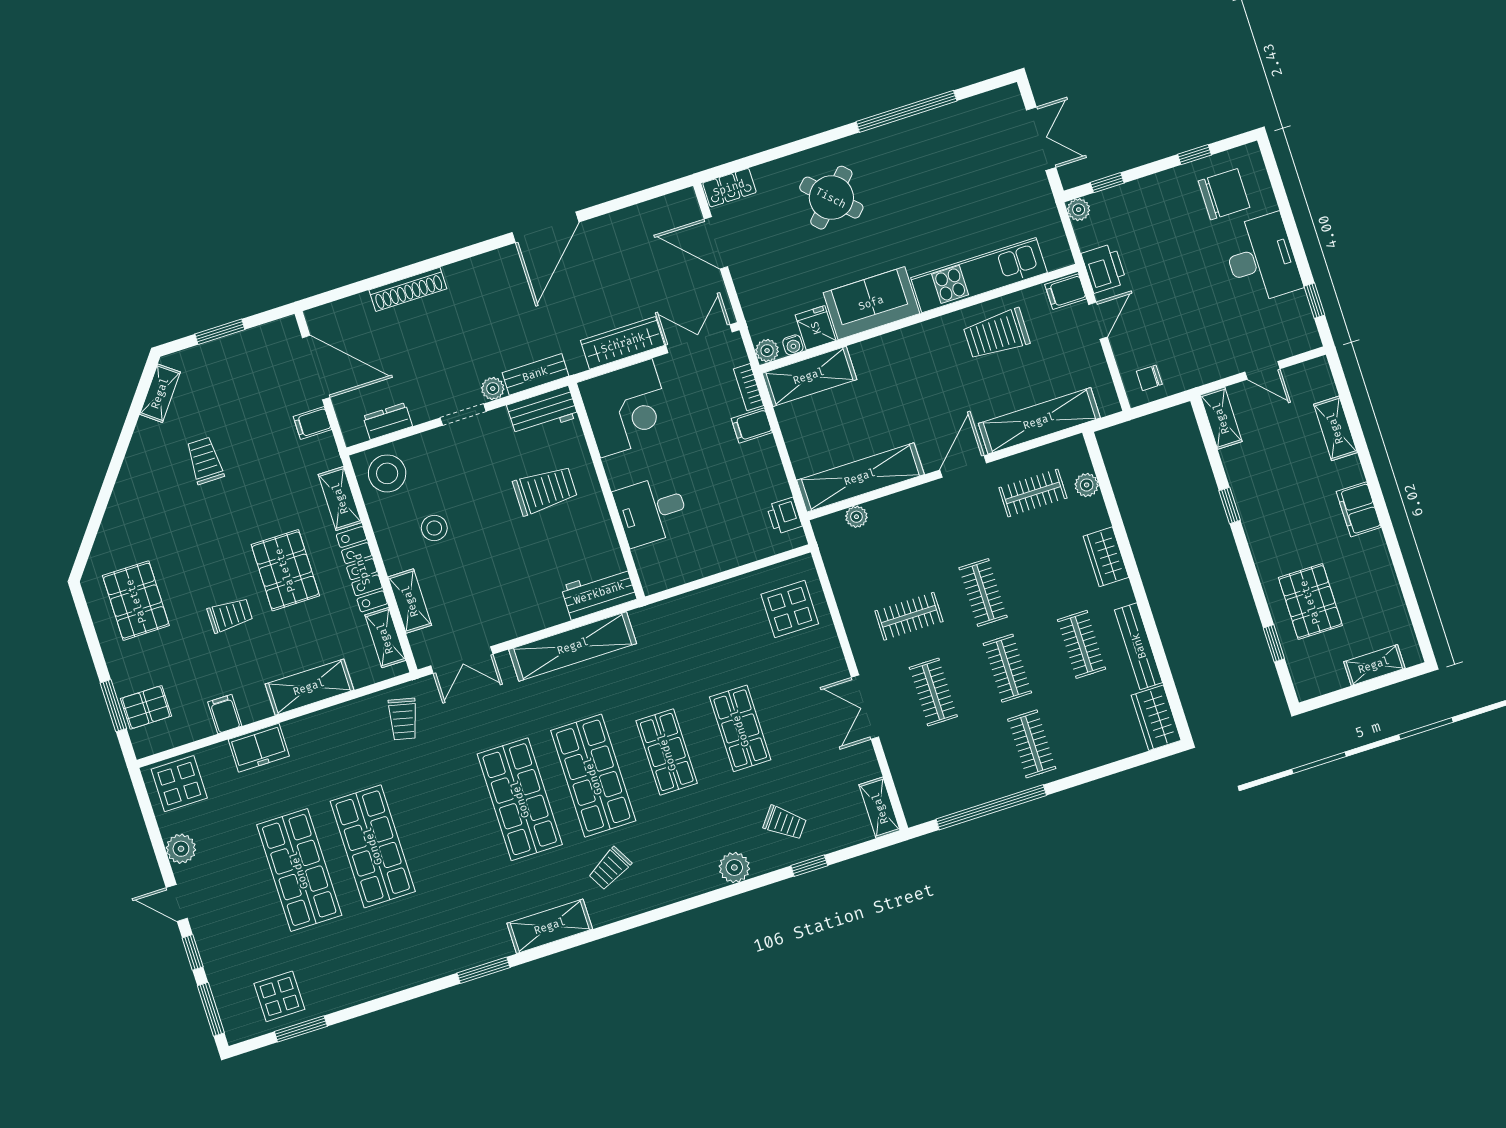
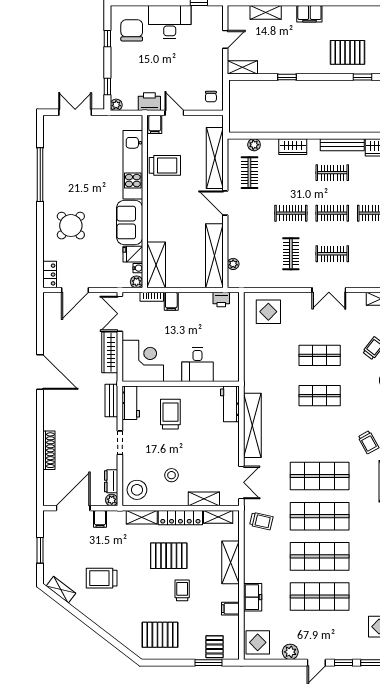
trolley: (996, 334) -> (165, 165), turned -90
plant: (493, 389) -> (112, 500), moved
trolley: (205, 461) -> (102, 578), width x1.36, depth x1.39
shop shelf: (593, 776) -> (320, 516), moved

